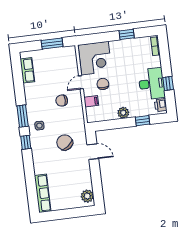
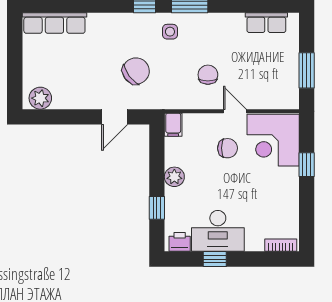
window: (127, 34) -> (307, 165), moved
filing cabinet: (91, 101) -> (173, 125), moved

